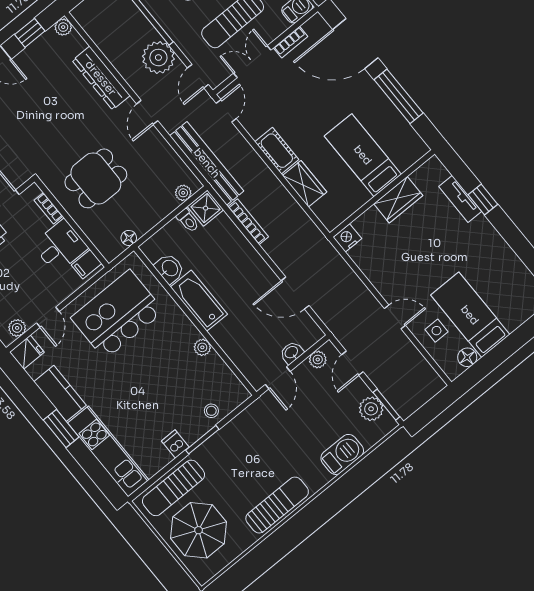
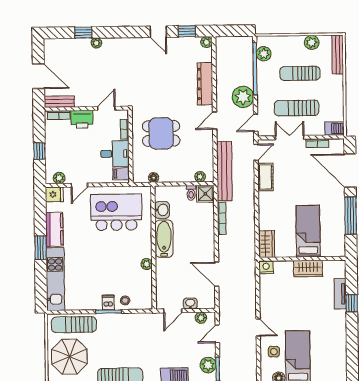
cot: (277, 151) -> (265, 177), moved
wardrobe: (305, 184) -> (267, 244), moved
dishwasher: (175, 444) -> (108, 302), moved

